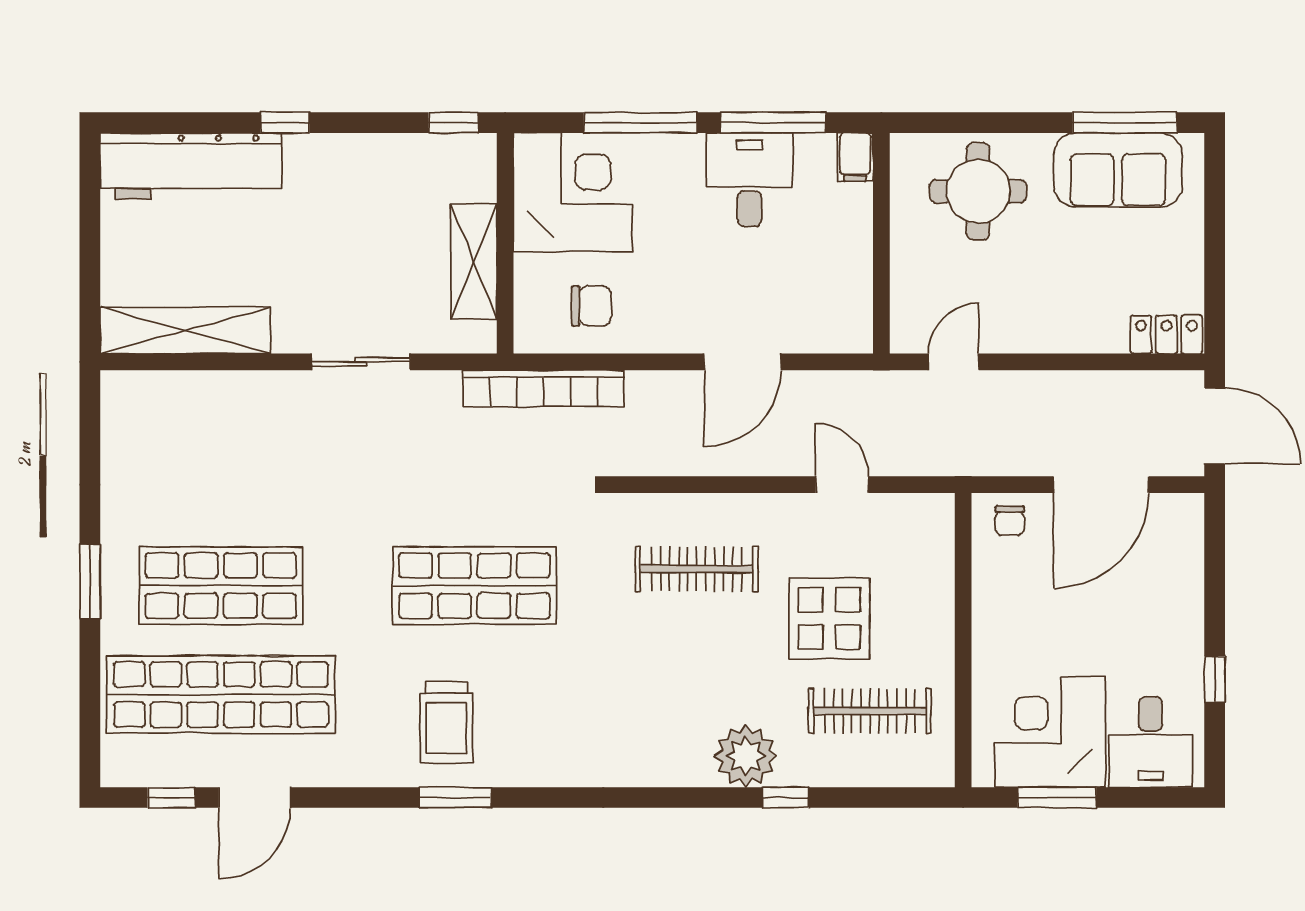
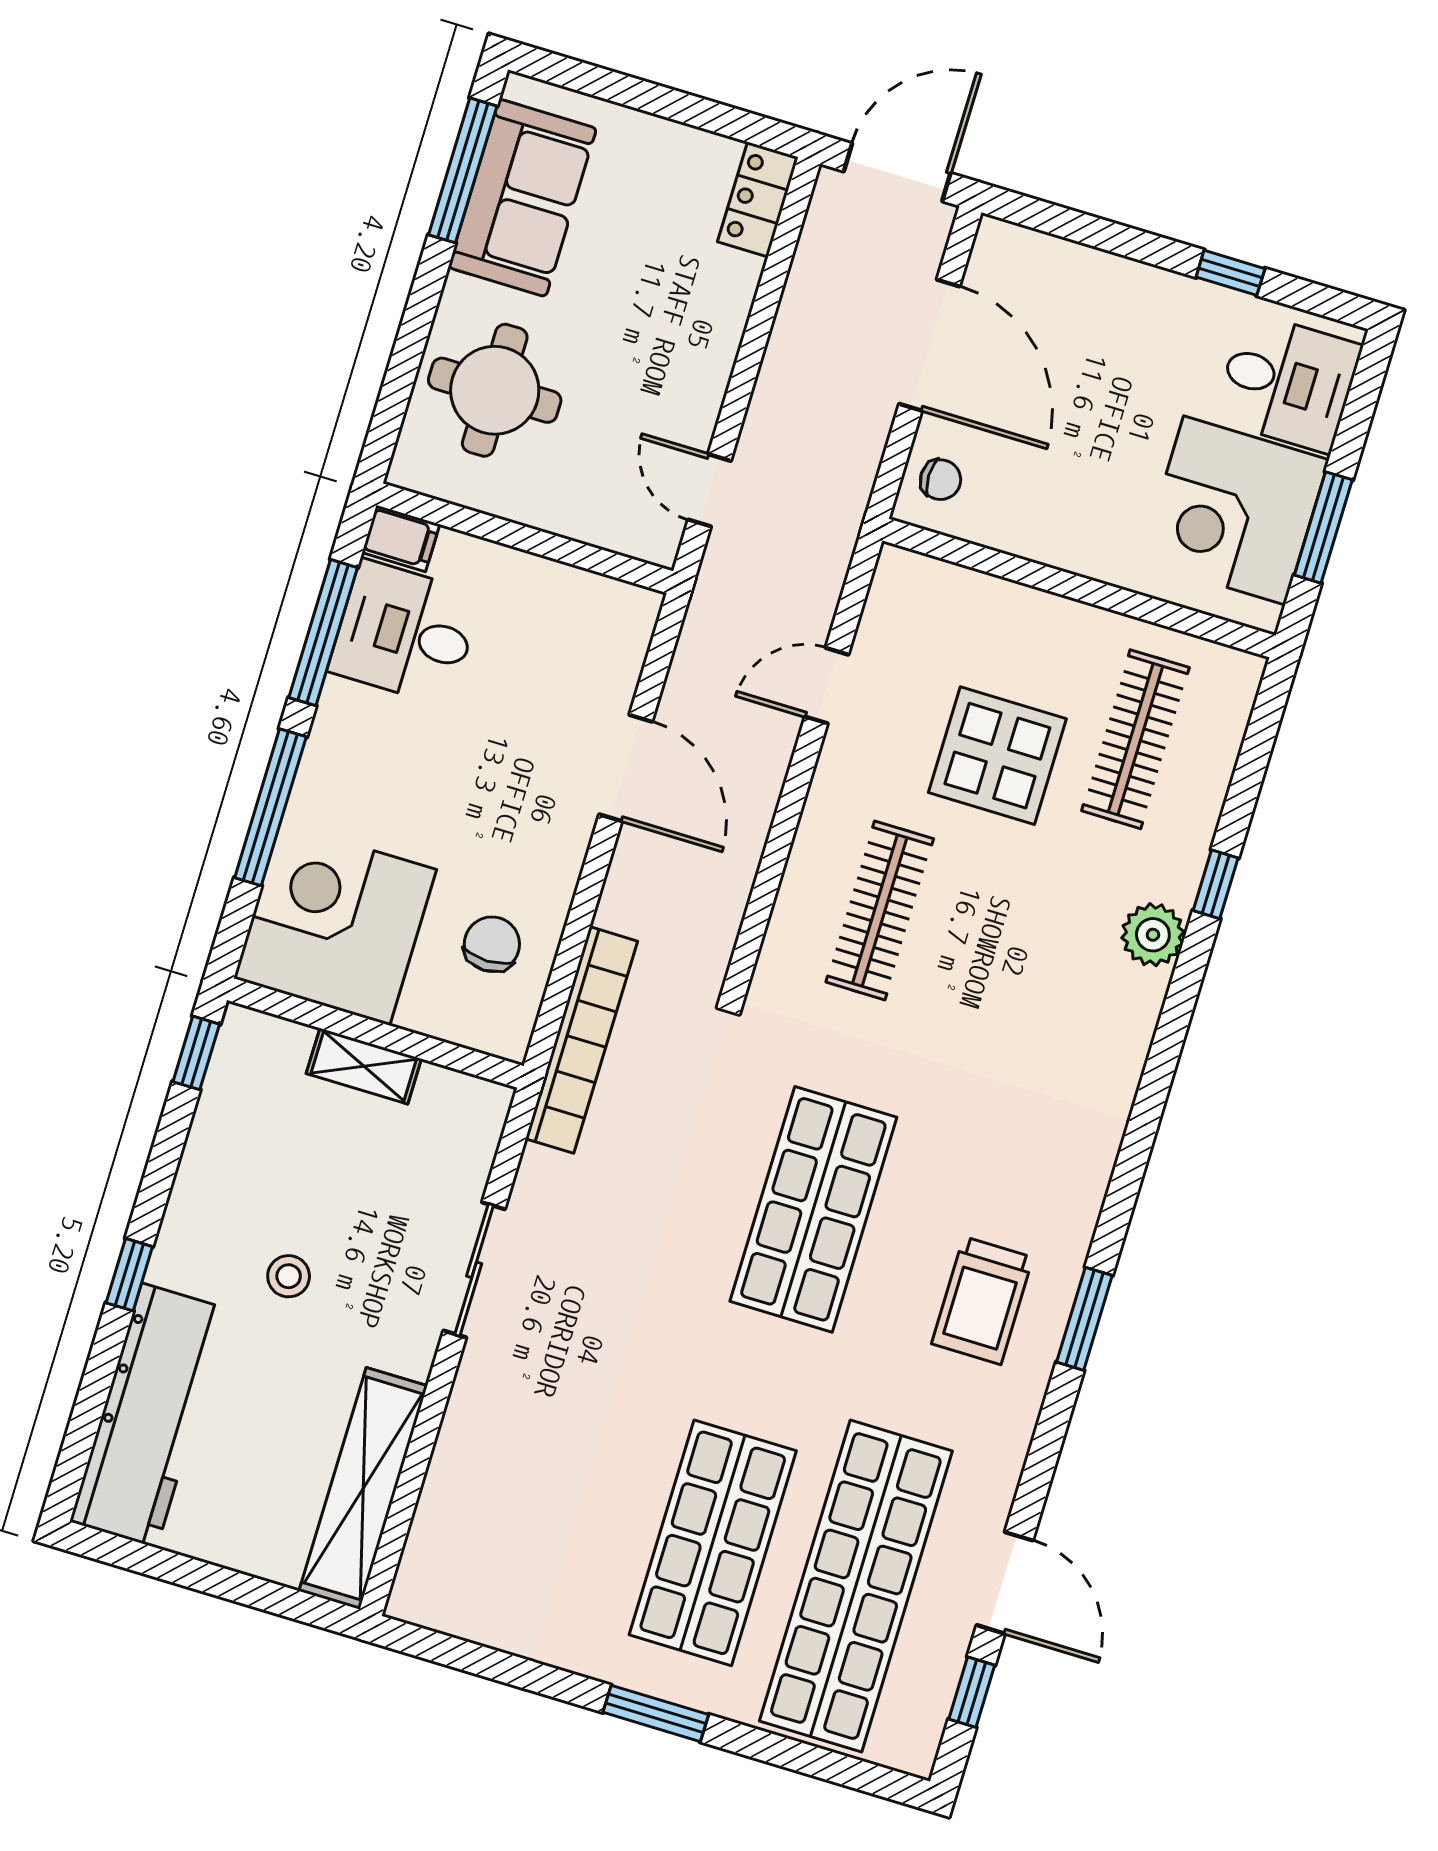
desk: (750, 180) -> (405, 633), moved
stool: (317, 234) -> (289, 1276), added
shelving: (474, 261) -> (364, 1066), width x0.67, depth x0.75
trolley: (446, 722) -> (982, 1301), turned 90
plant: (746, 756) -> (1153, 935), width x0.73, depth x0.73

